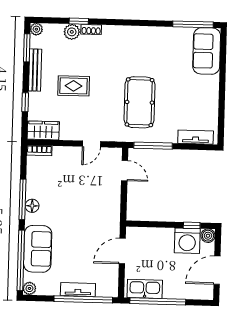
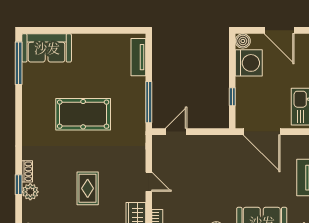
pool table: (140, 102) -> (83, 114), moved
door: (91, 144) -> (149, 182), moved
window: (192, 225) -> (232, 97), moved
door: (122, 251) -> (262, 132), width x1.36

